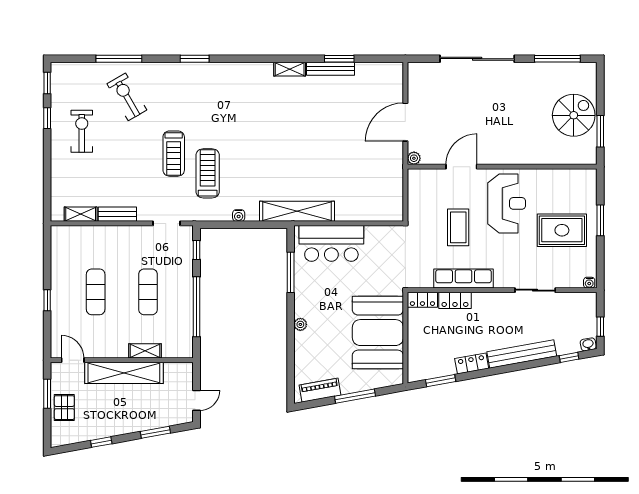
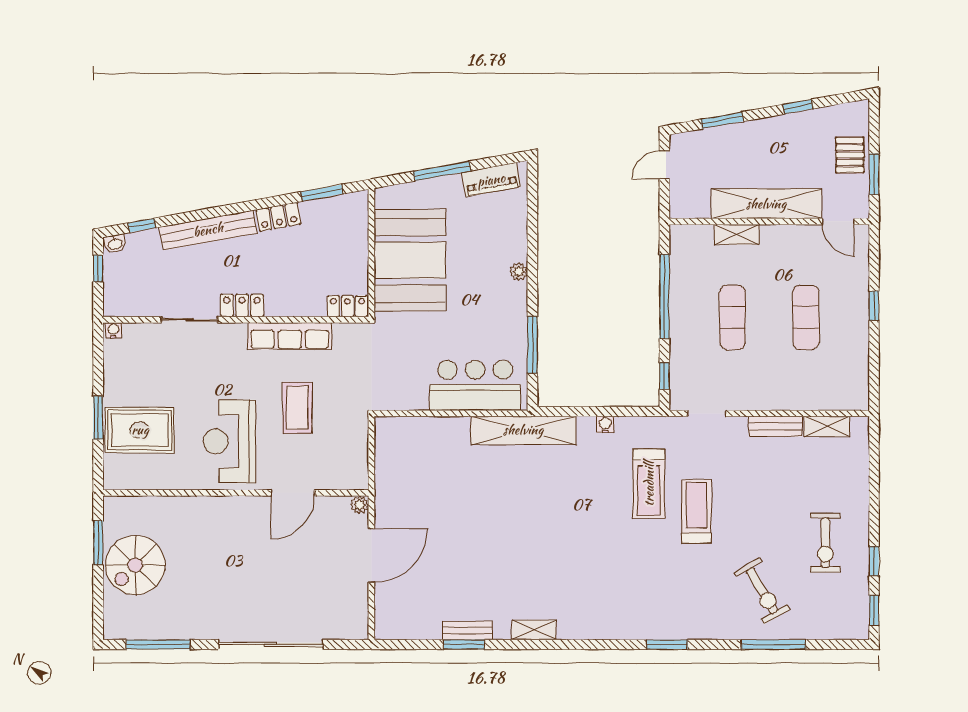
bench: (331, 69) -> (467, 630), width x0.73
rug: (562, 230) -> (140, 430), moved
locker: (455, 300) -> (242, 305), moved

